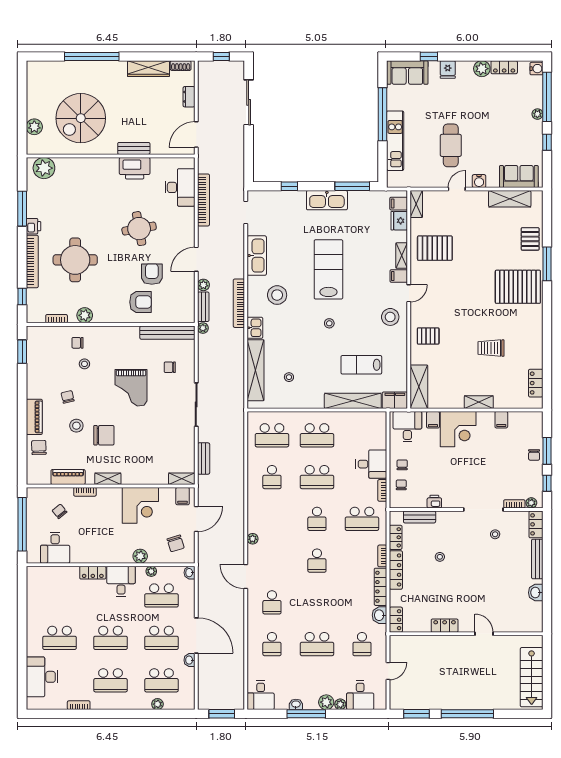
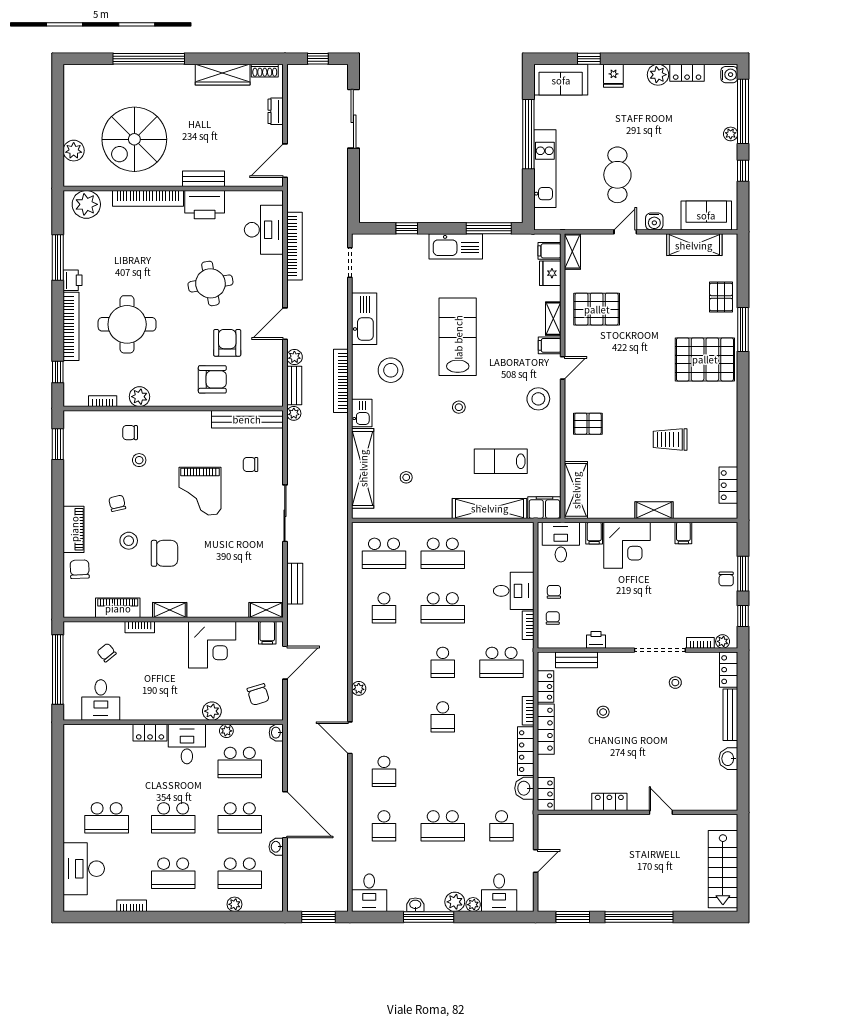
bookcase: (91, 163) -> (148, 198), added

